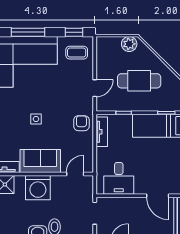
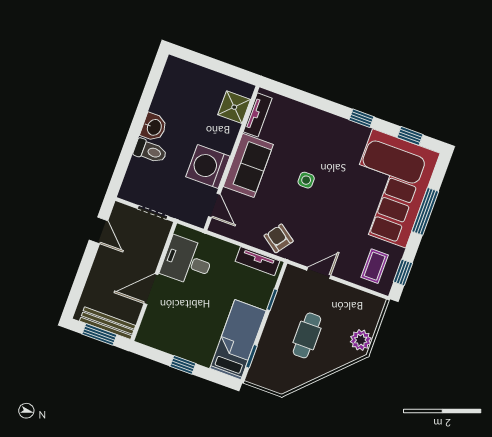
cafe table: (139, 81) -> (307, 335), width x0.73, depth x0.74
door: (95, 88) -> (319, 273), swing flipped
armchair: (81, 123) -> (279, 238), turned -144
washing machine: (38, 188) -> (208, 166), moved
door: (158, 196) -> (151, 289), moved

